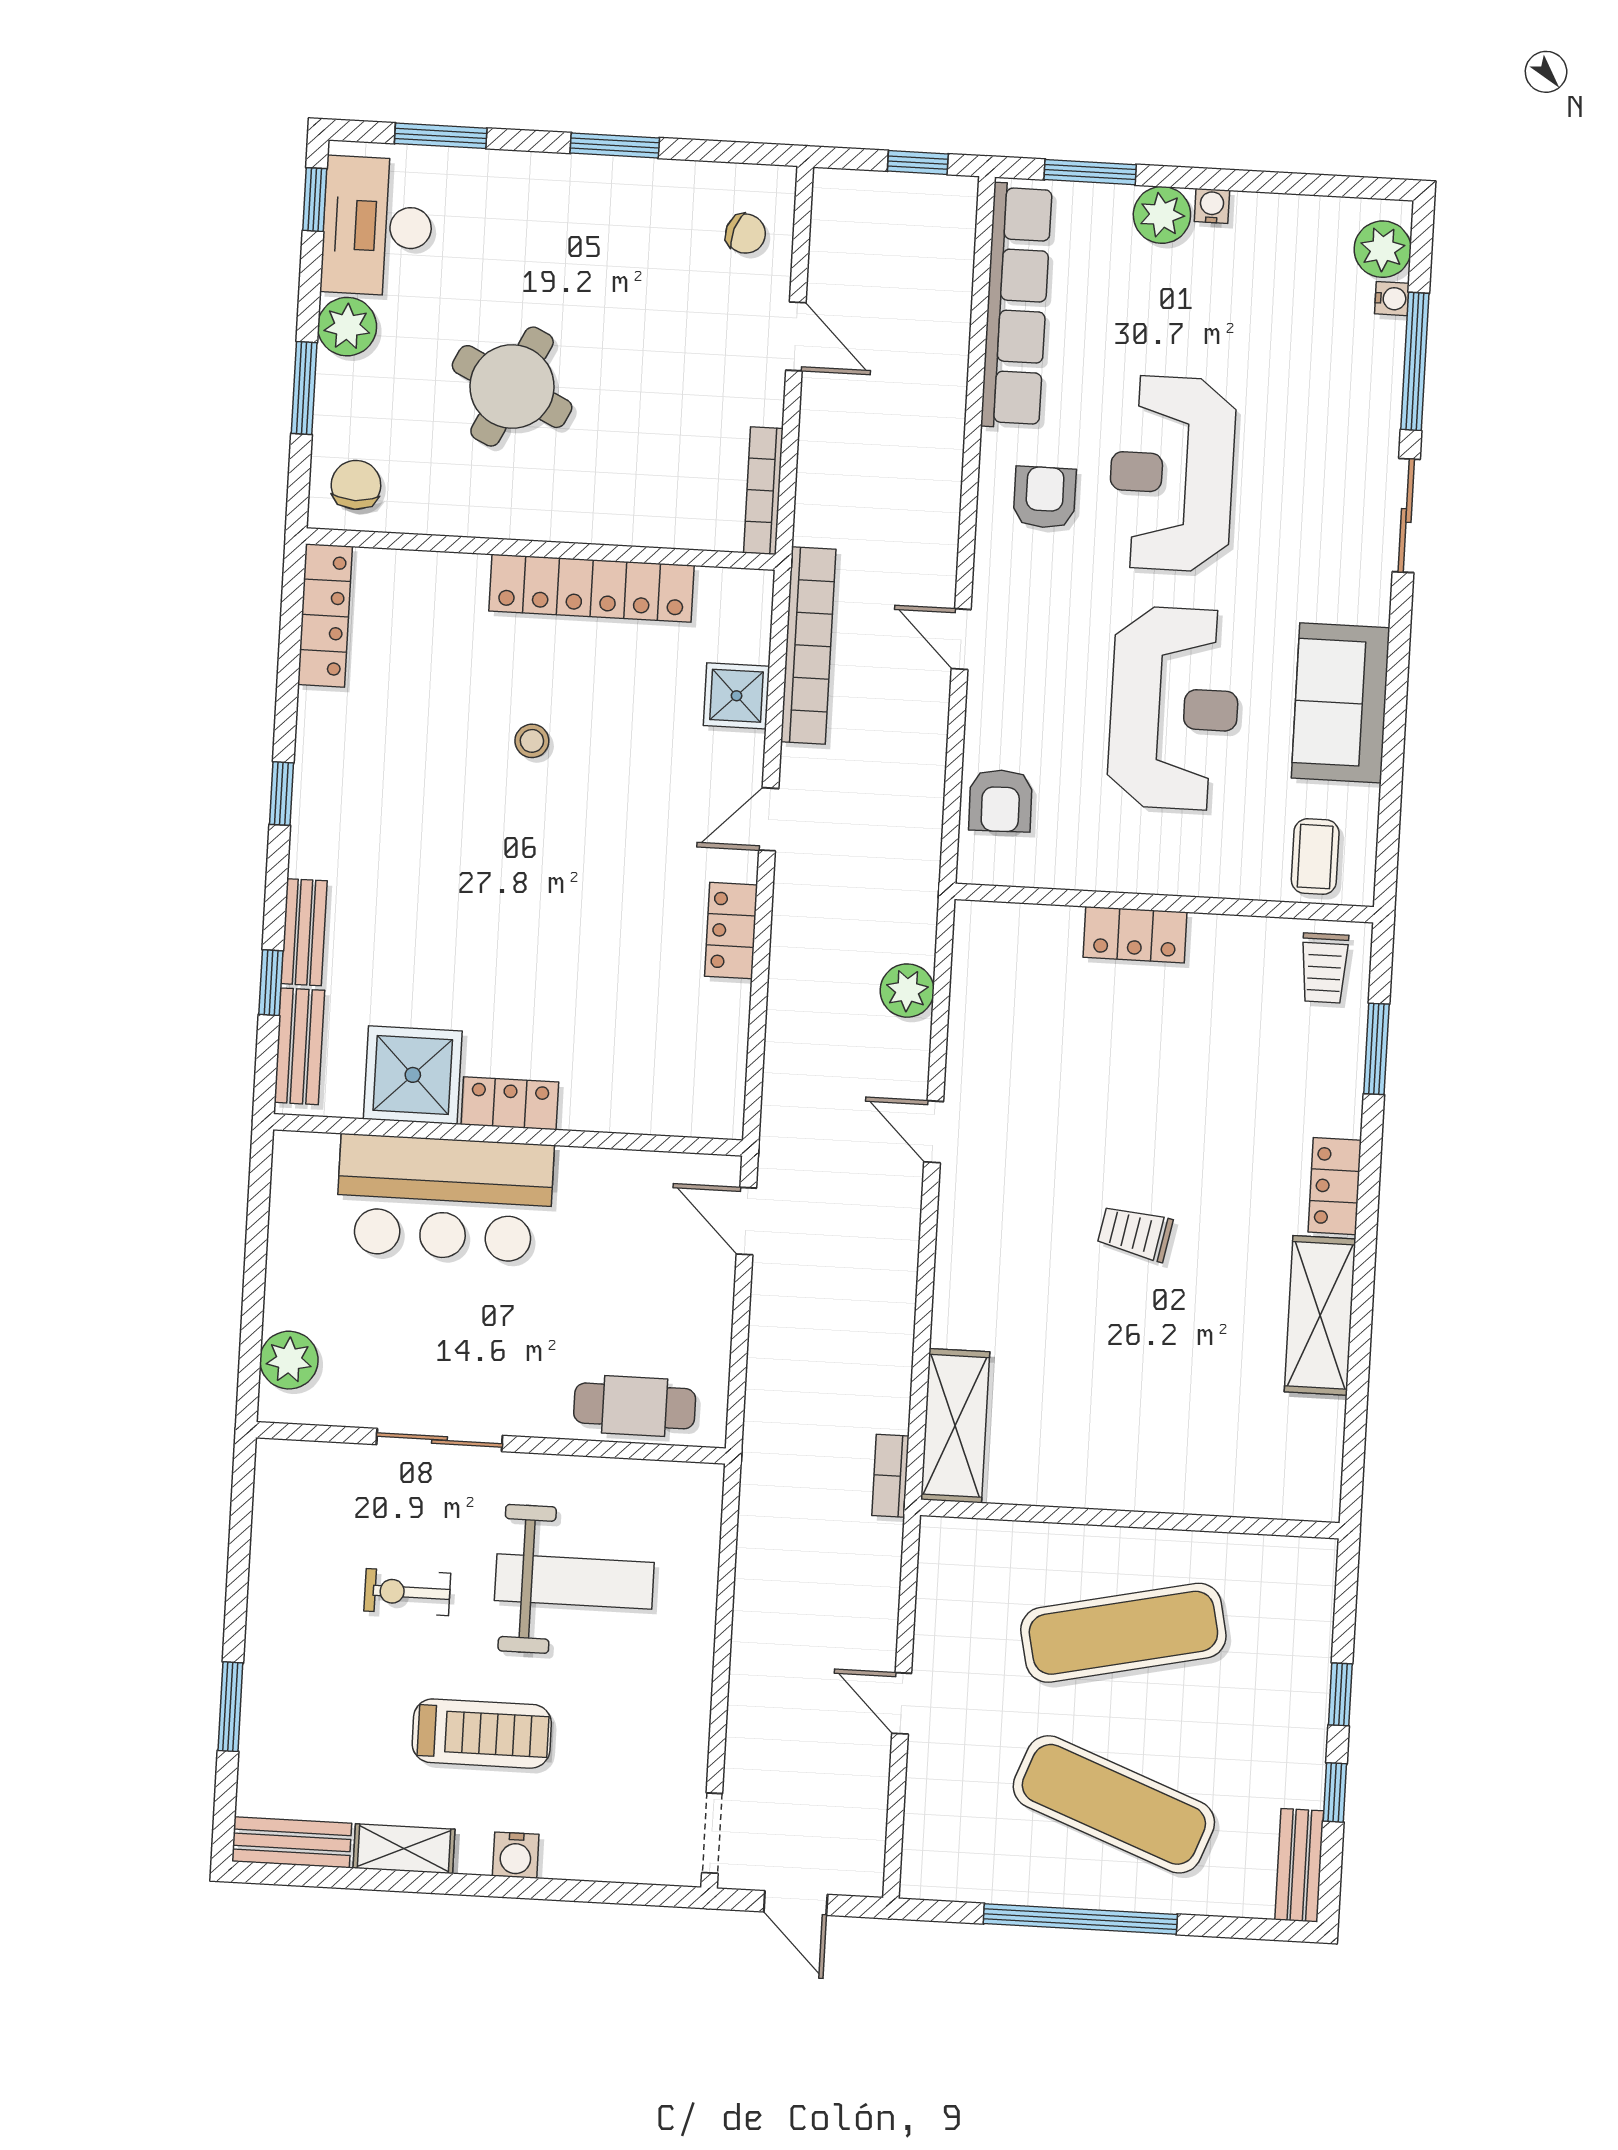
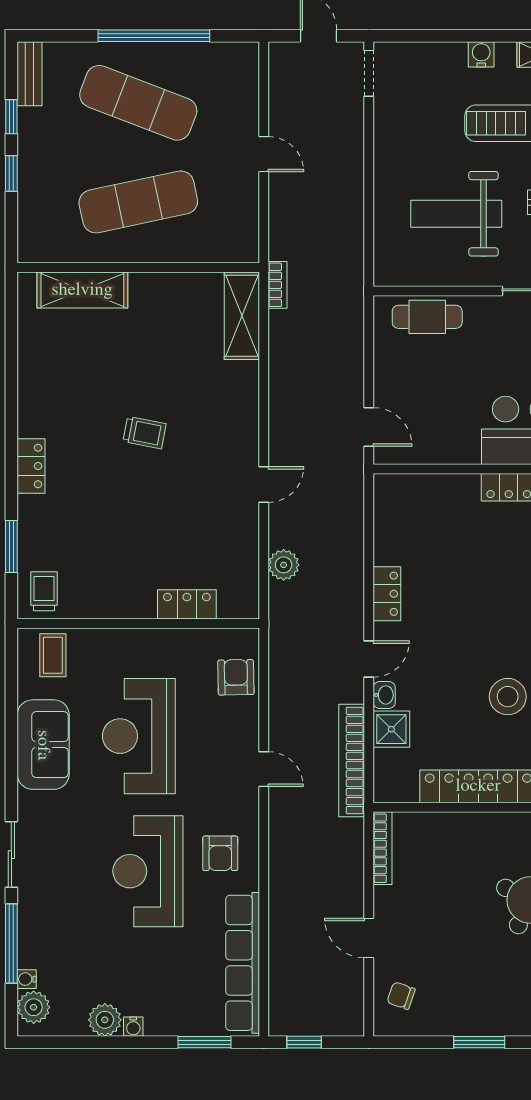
plant: (1162, 215) -> (105, 1020), moved
reception desk: (1172, 474) -> (148, 871), turned 180
stool: (532, 741) -> (508, 697), width x1.89, depth x1.89
washbasin: (746, 756) -> (384, 695), added
locker: (1135, 935) -> (187, 604), moved
door: (934, 1132) -> (264, 484), hinge flipped
shelving: (1320, 1315) -> (82, 290), moved, turned 90

